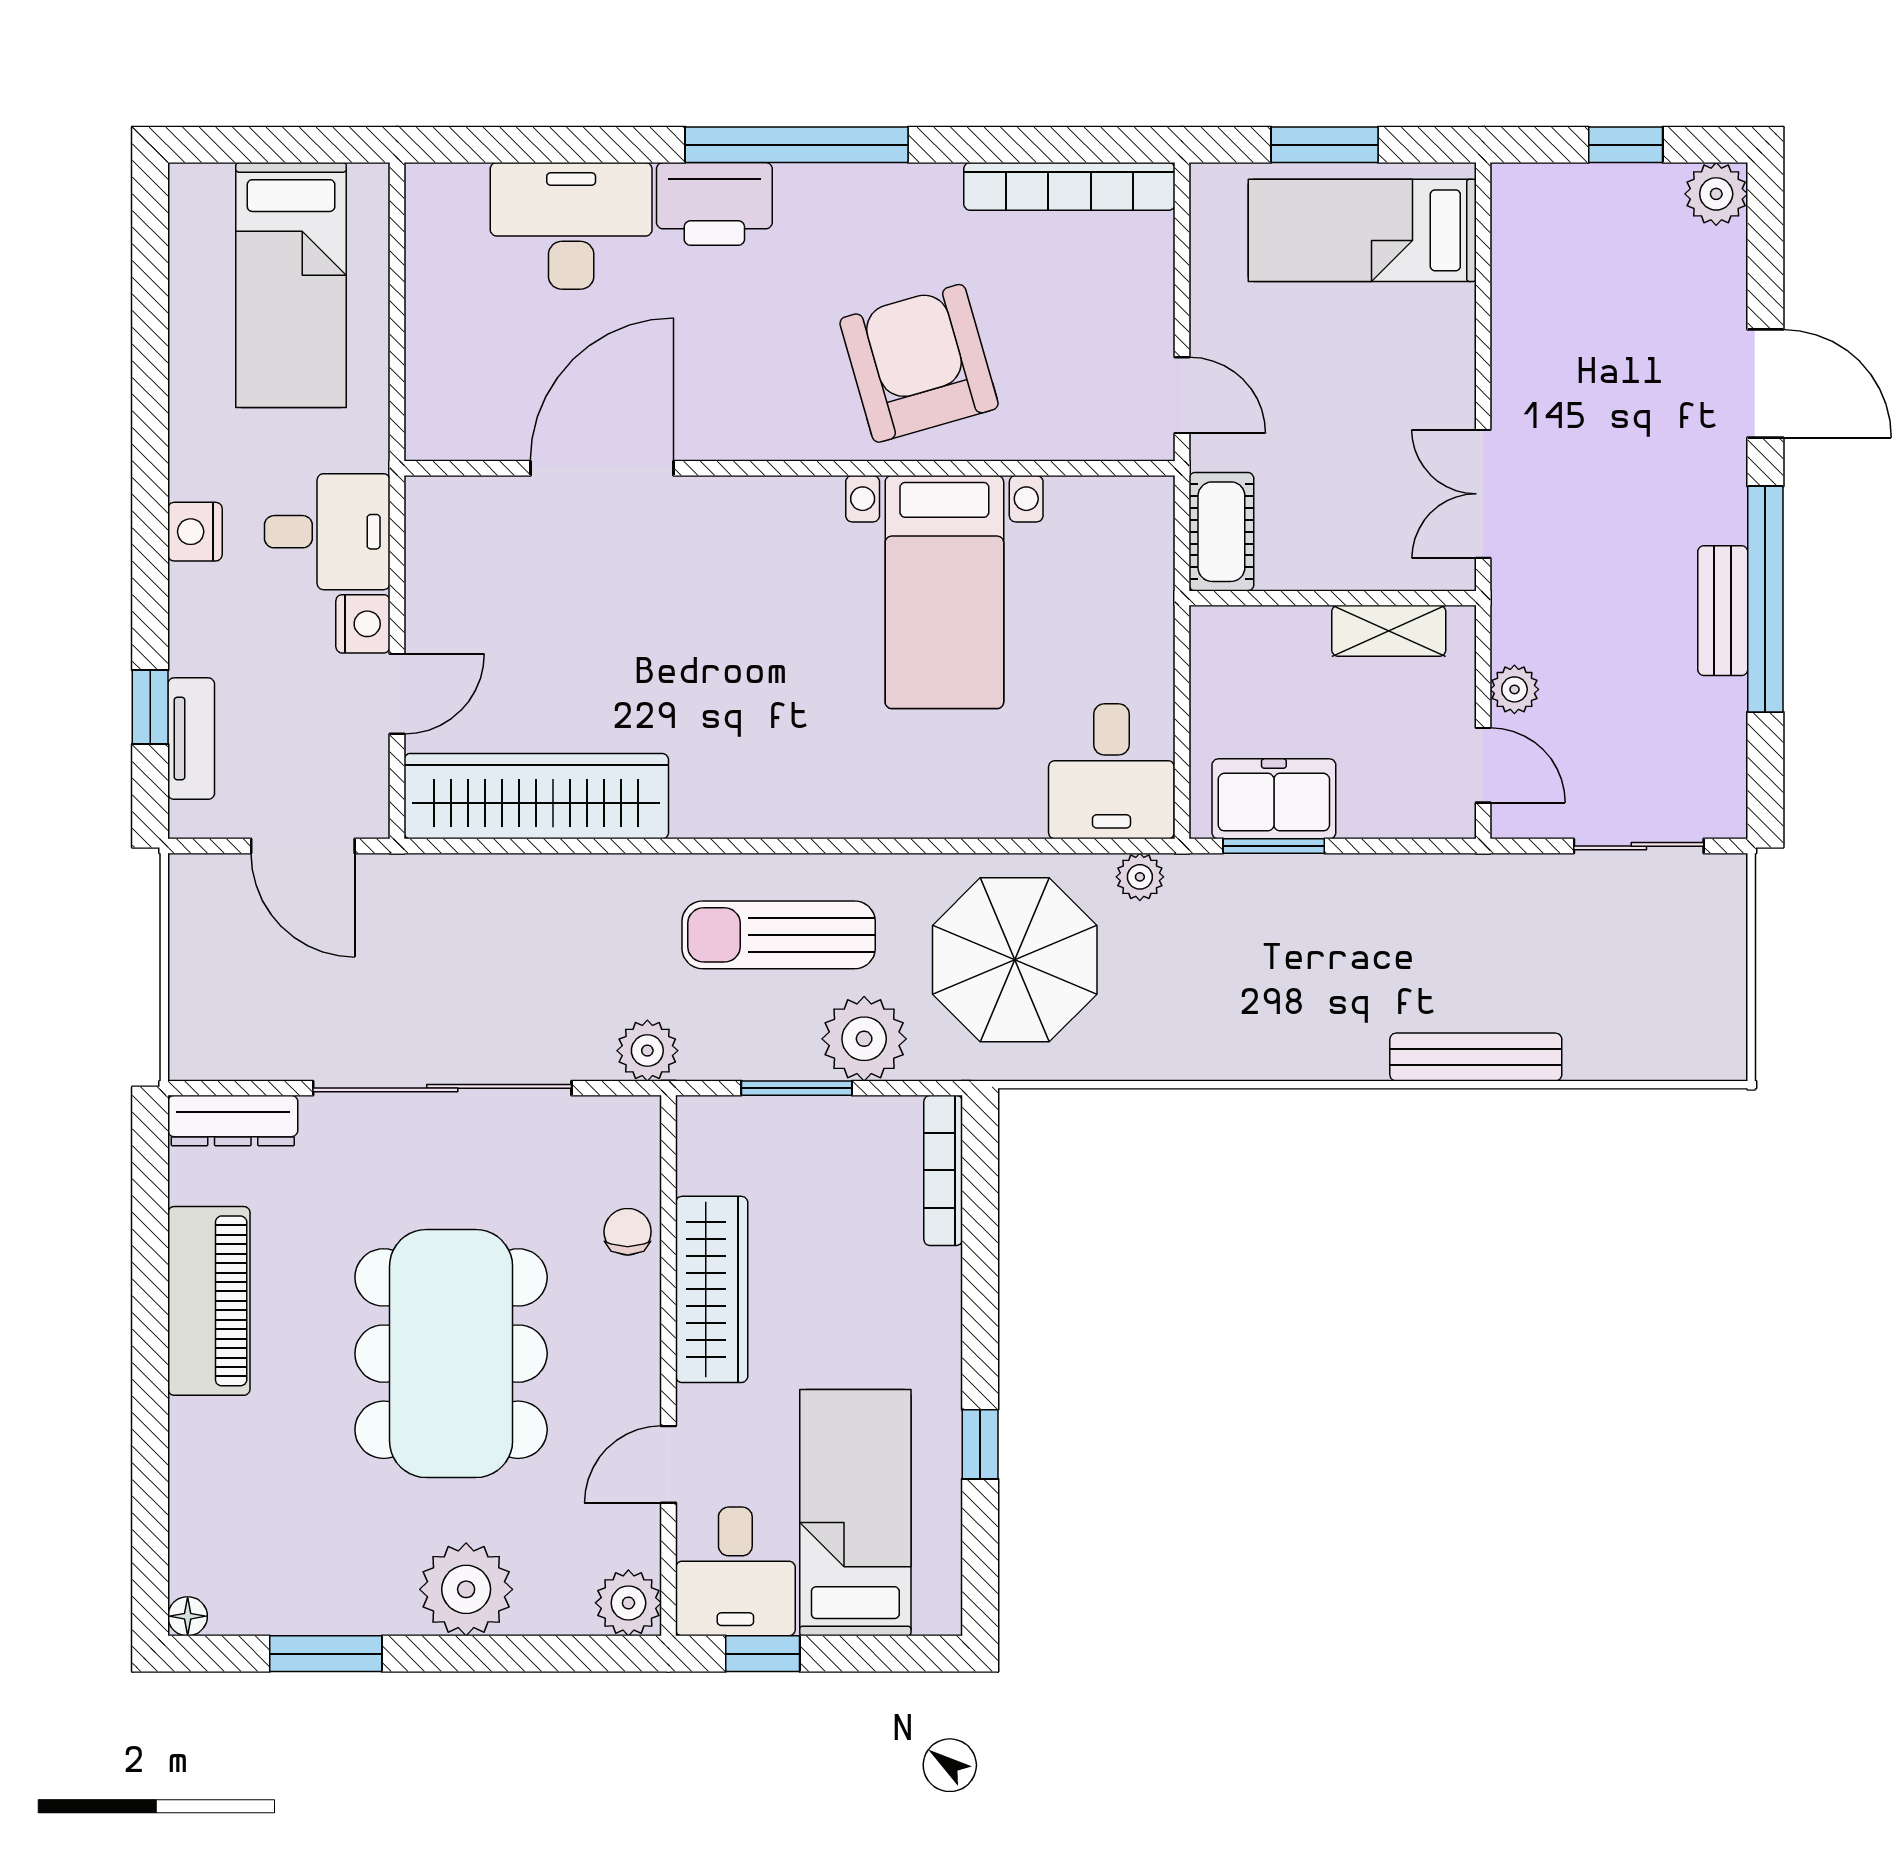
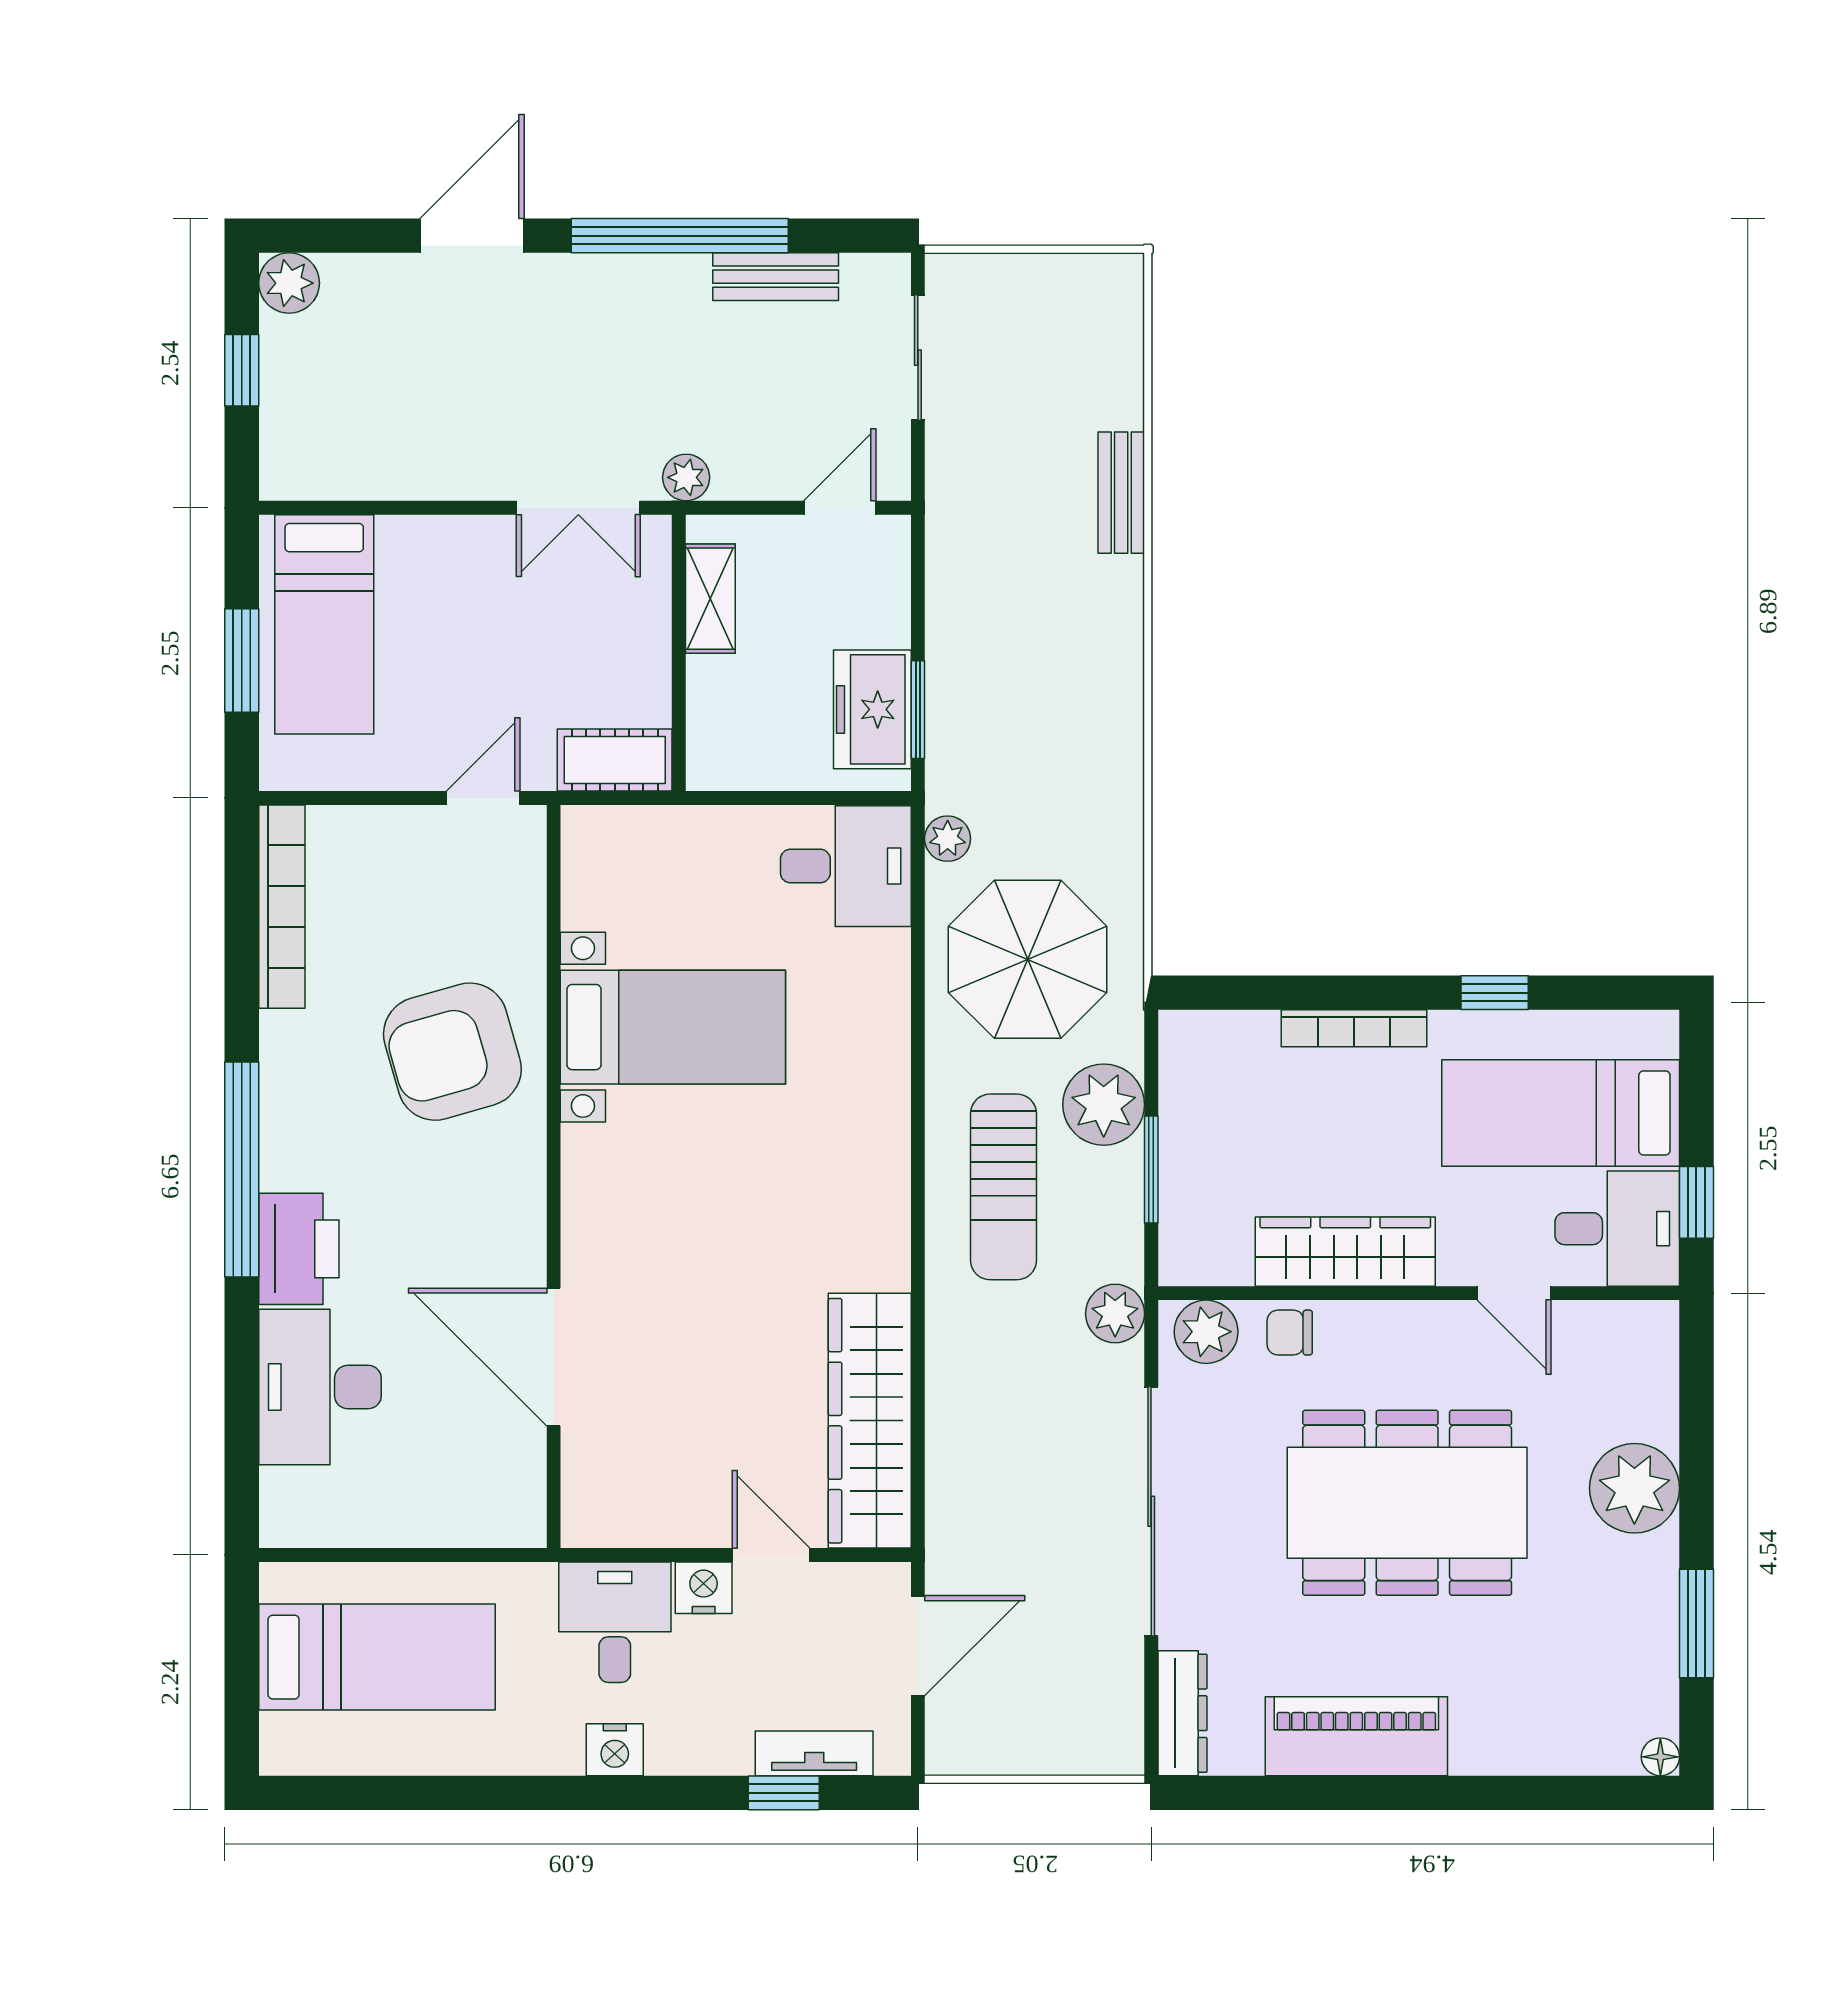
bench: (1723, 611) -> (776, 277), moved
plant: (1514, 689) -> (686, 477), moved
bench: (1476, 1057) -> (1121, 493), width x0.73
bookcase: (943, 1170) -> (1354, 1028), moved
plant: (628, 1603) -> (1206, 1332), moved

